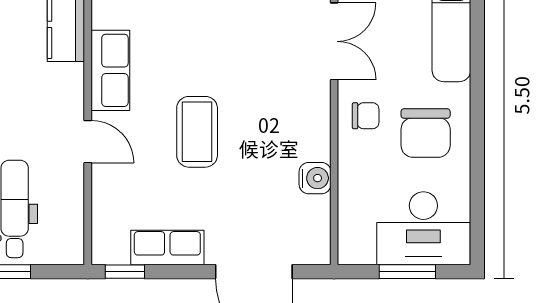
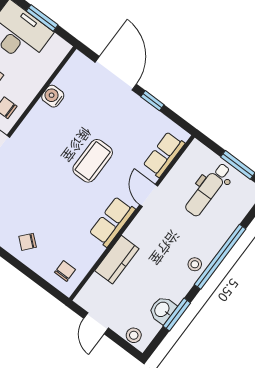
row of seats: (167, 248) -> (164, 154), moved, turned 90
window: (125, 272) -> (152, 101), moved

